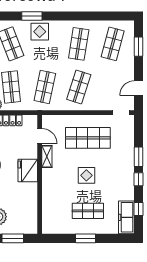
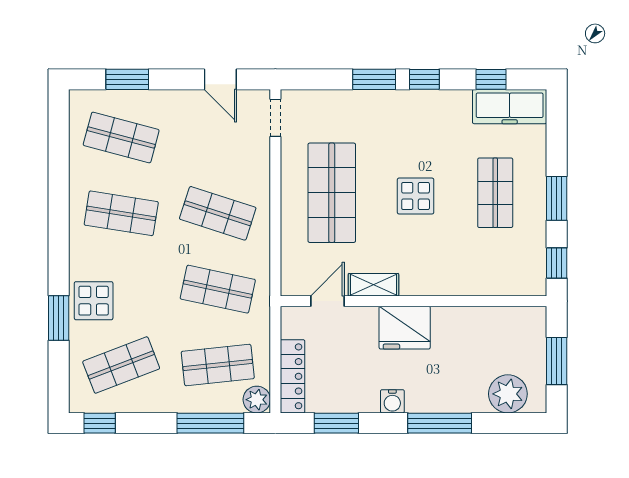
window: (57, 238) -> (557, 263), added

